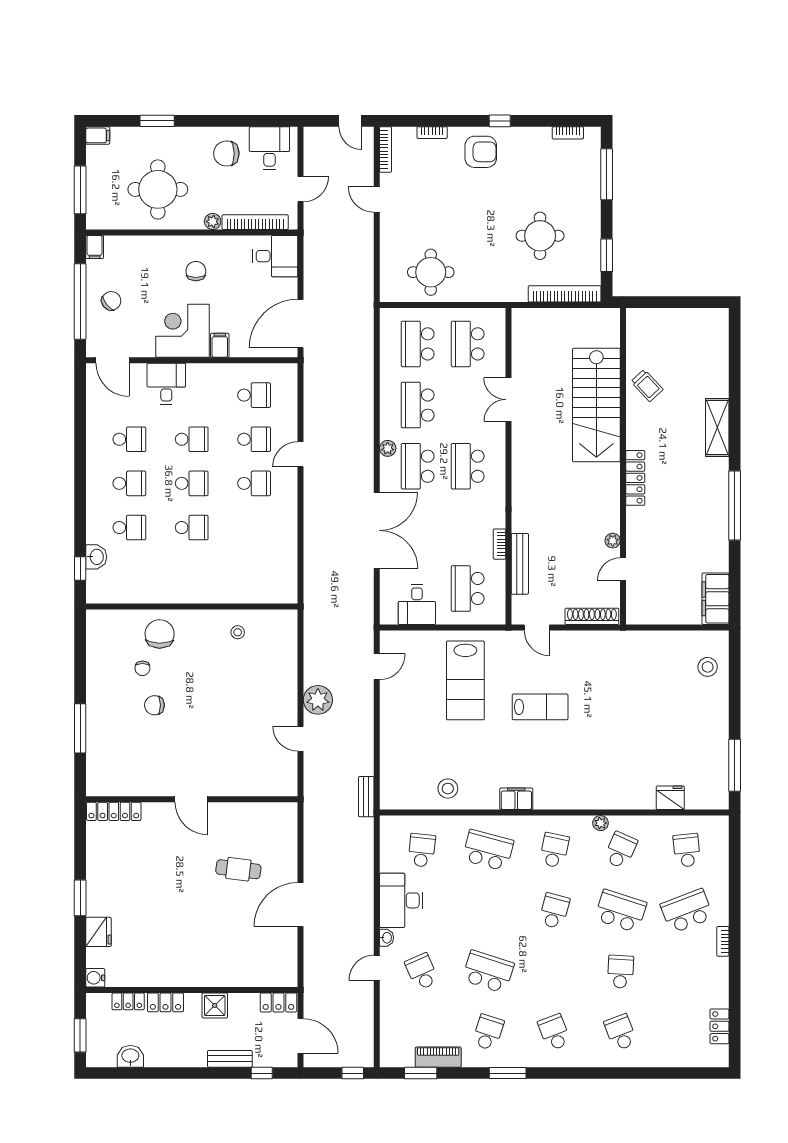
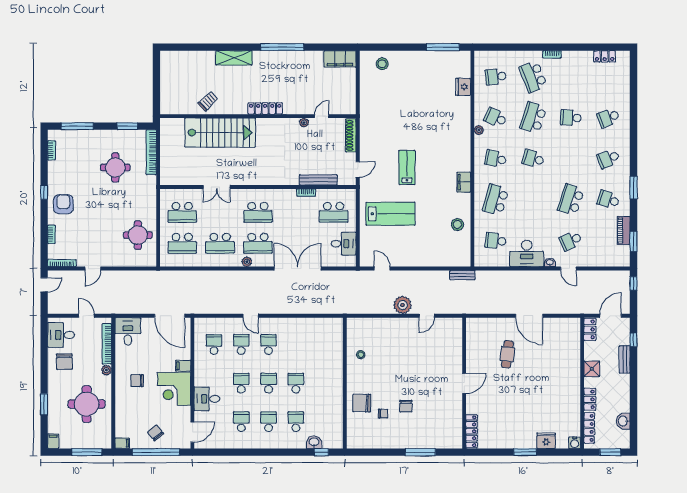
door: (623, 569) -> (322, 116), swing flipped
locker: (128, 1001) -> (589, 428), width x1.53

